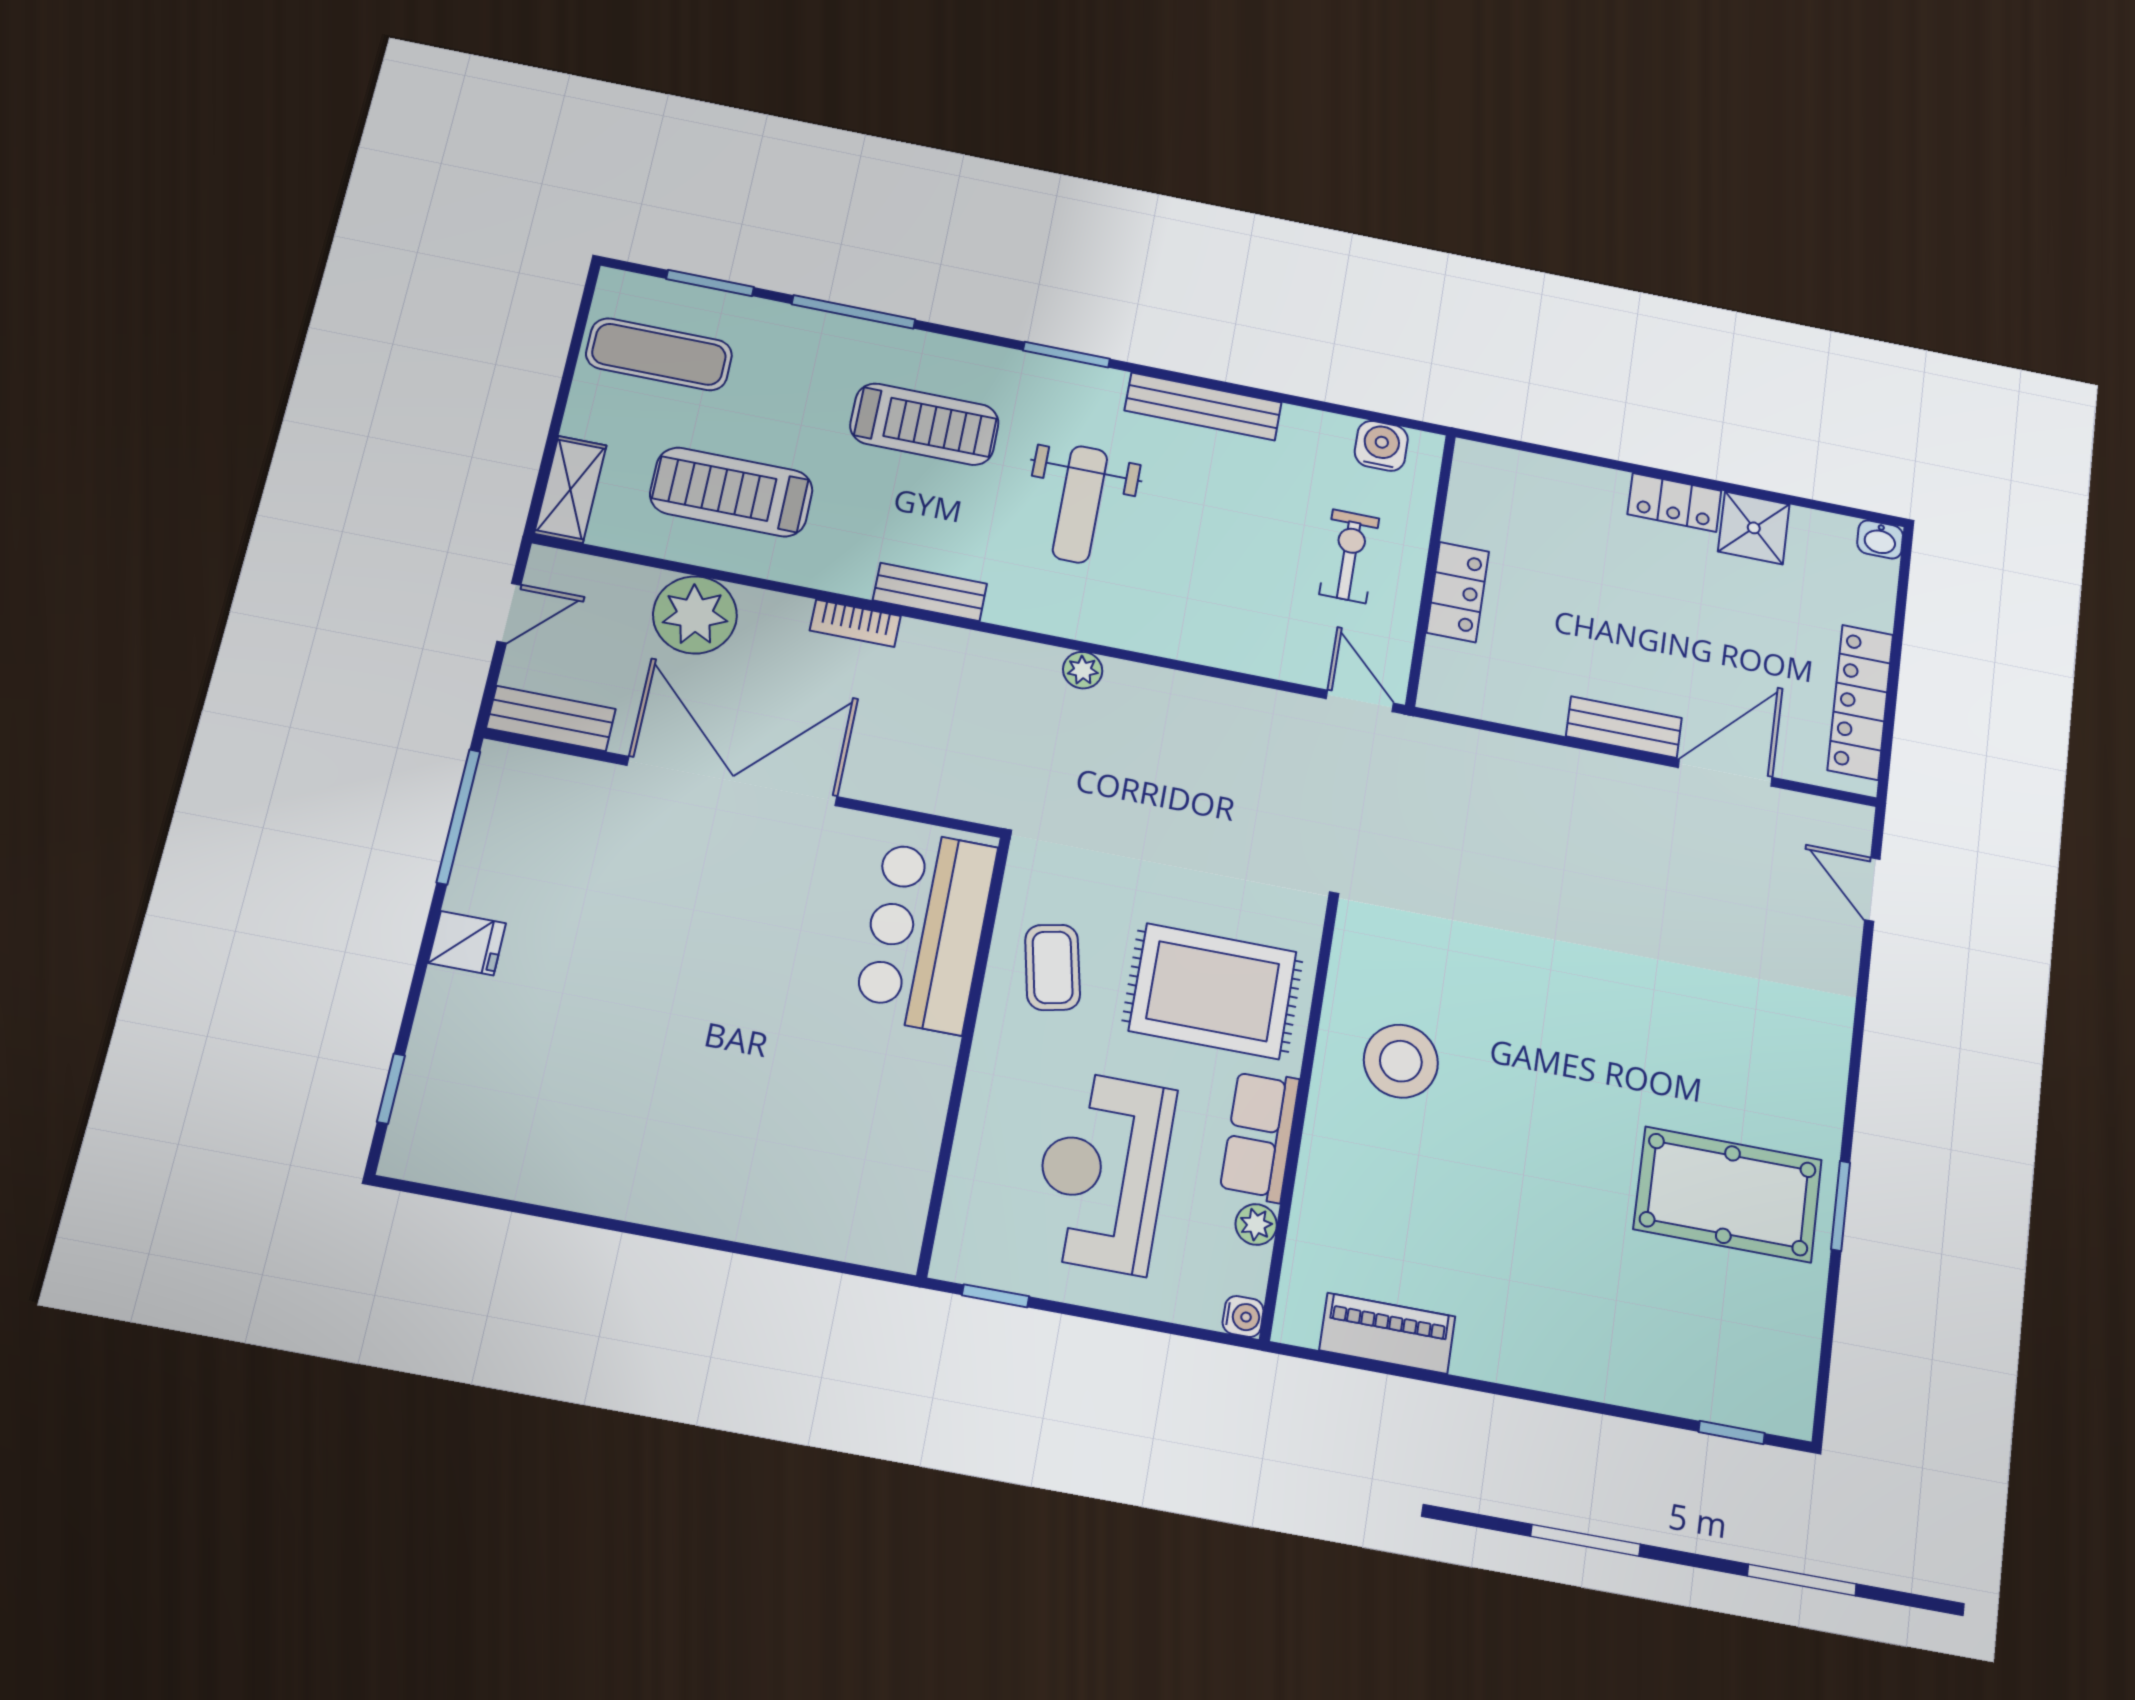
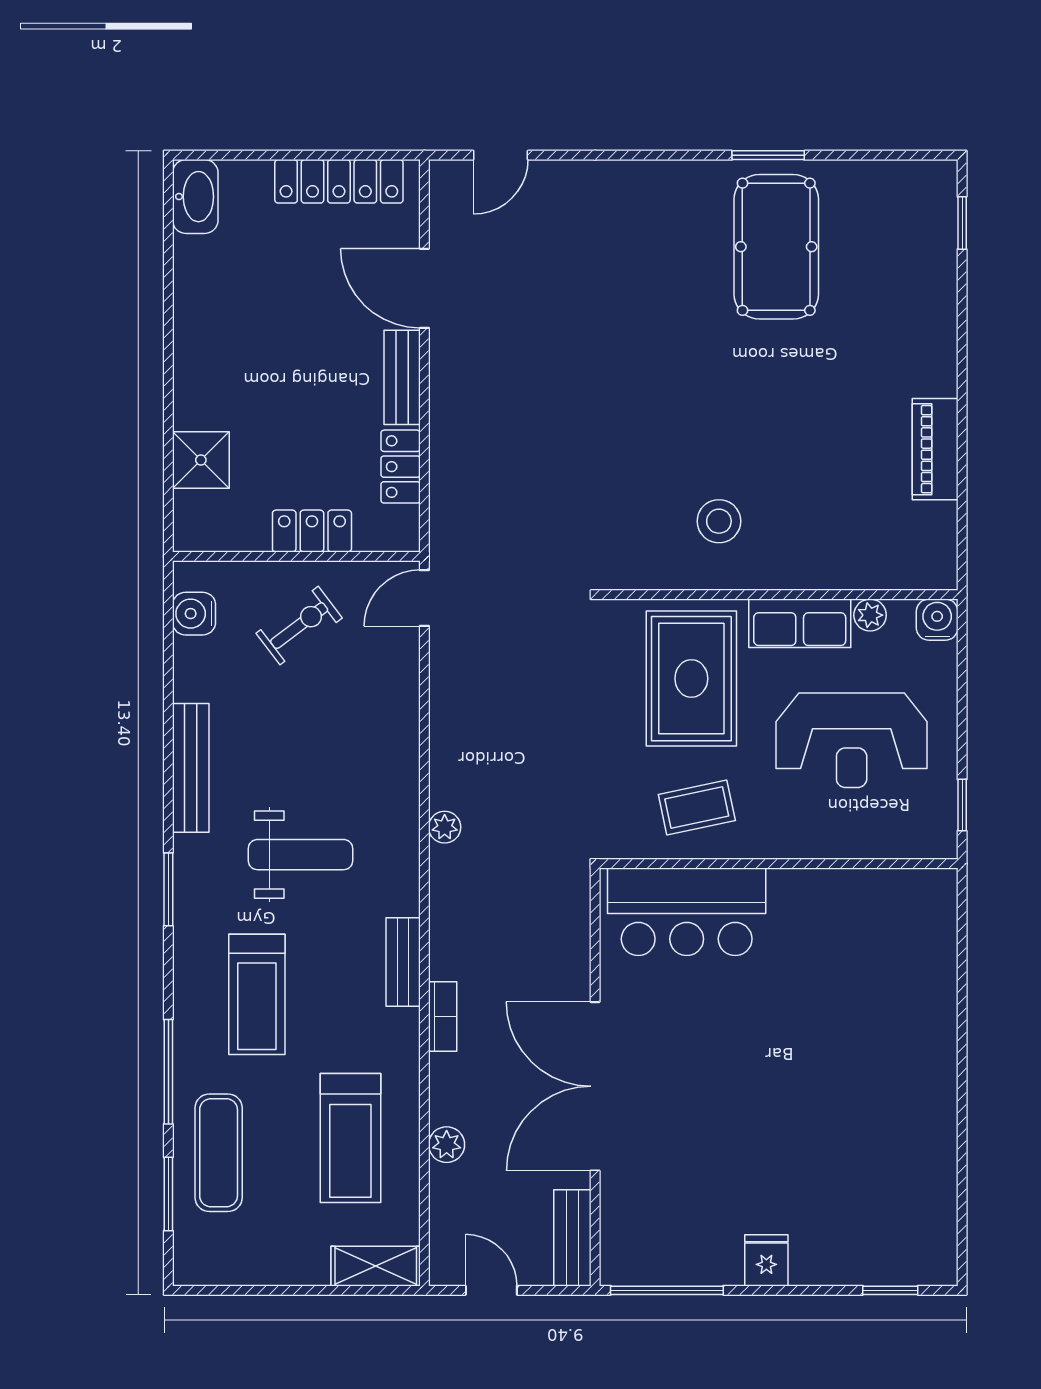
exercise mat: (659, 354) -> (219, 1153), moved
treadmill: (924, 424) -> (257, 994), turned 180
locker: (1674, 503) -> (401, 467), moved, turned 180
shower: (1754, 528) -> (201, 460), moved
washbasin: (1880, 539) -> (195, 197), width x1.91, depth x1.45
exercise bike: (1349, 556) -> (299, 626), turned 143
plant: (695, 615) -> (447, 1145), width x0.53, depth x0.53
stool: (1401, 1061) -> (719, 521), width x0.73, depth x0.73
water cooler: (1243, 1317) -> (937, 620), width x1.38, depth x1.38
piano: (1387, 1333) -> (935, 449), moved

